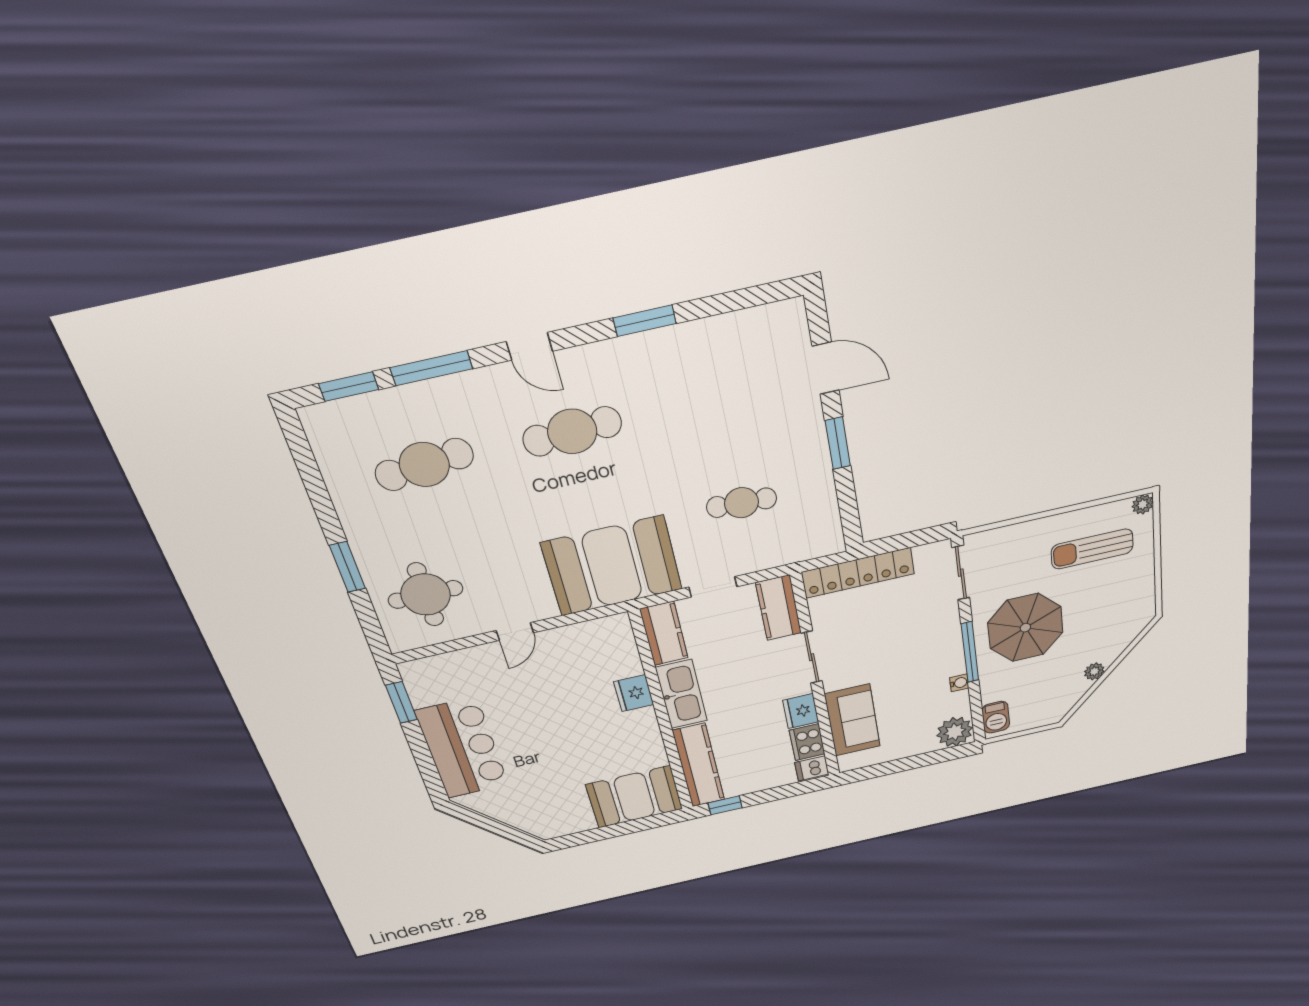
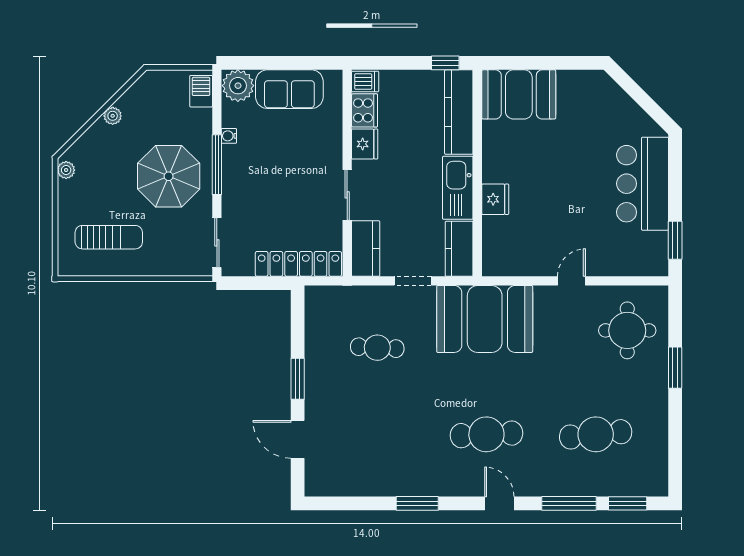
plant: (1143, 504) -> (66, 170), moved
sofa: (852, 720) -> (289, 89), moved, turned -90

